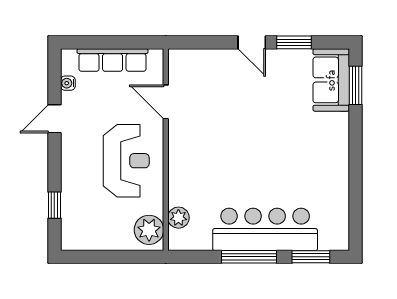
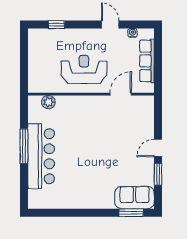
reception desk: (126, 161) -> (84, 69), turned 180
plant: (149, 230) -> (41, 84), removed
window: (311, 257) -> (24, 185), removed

